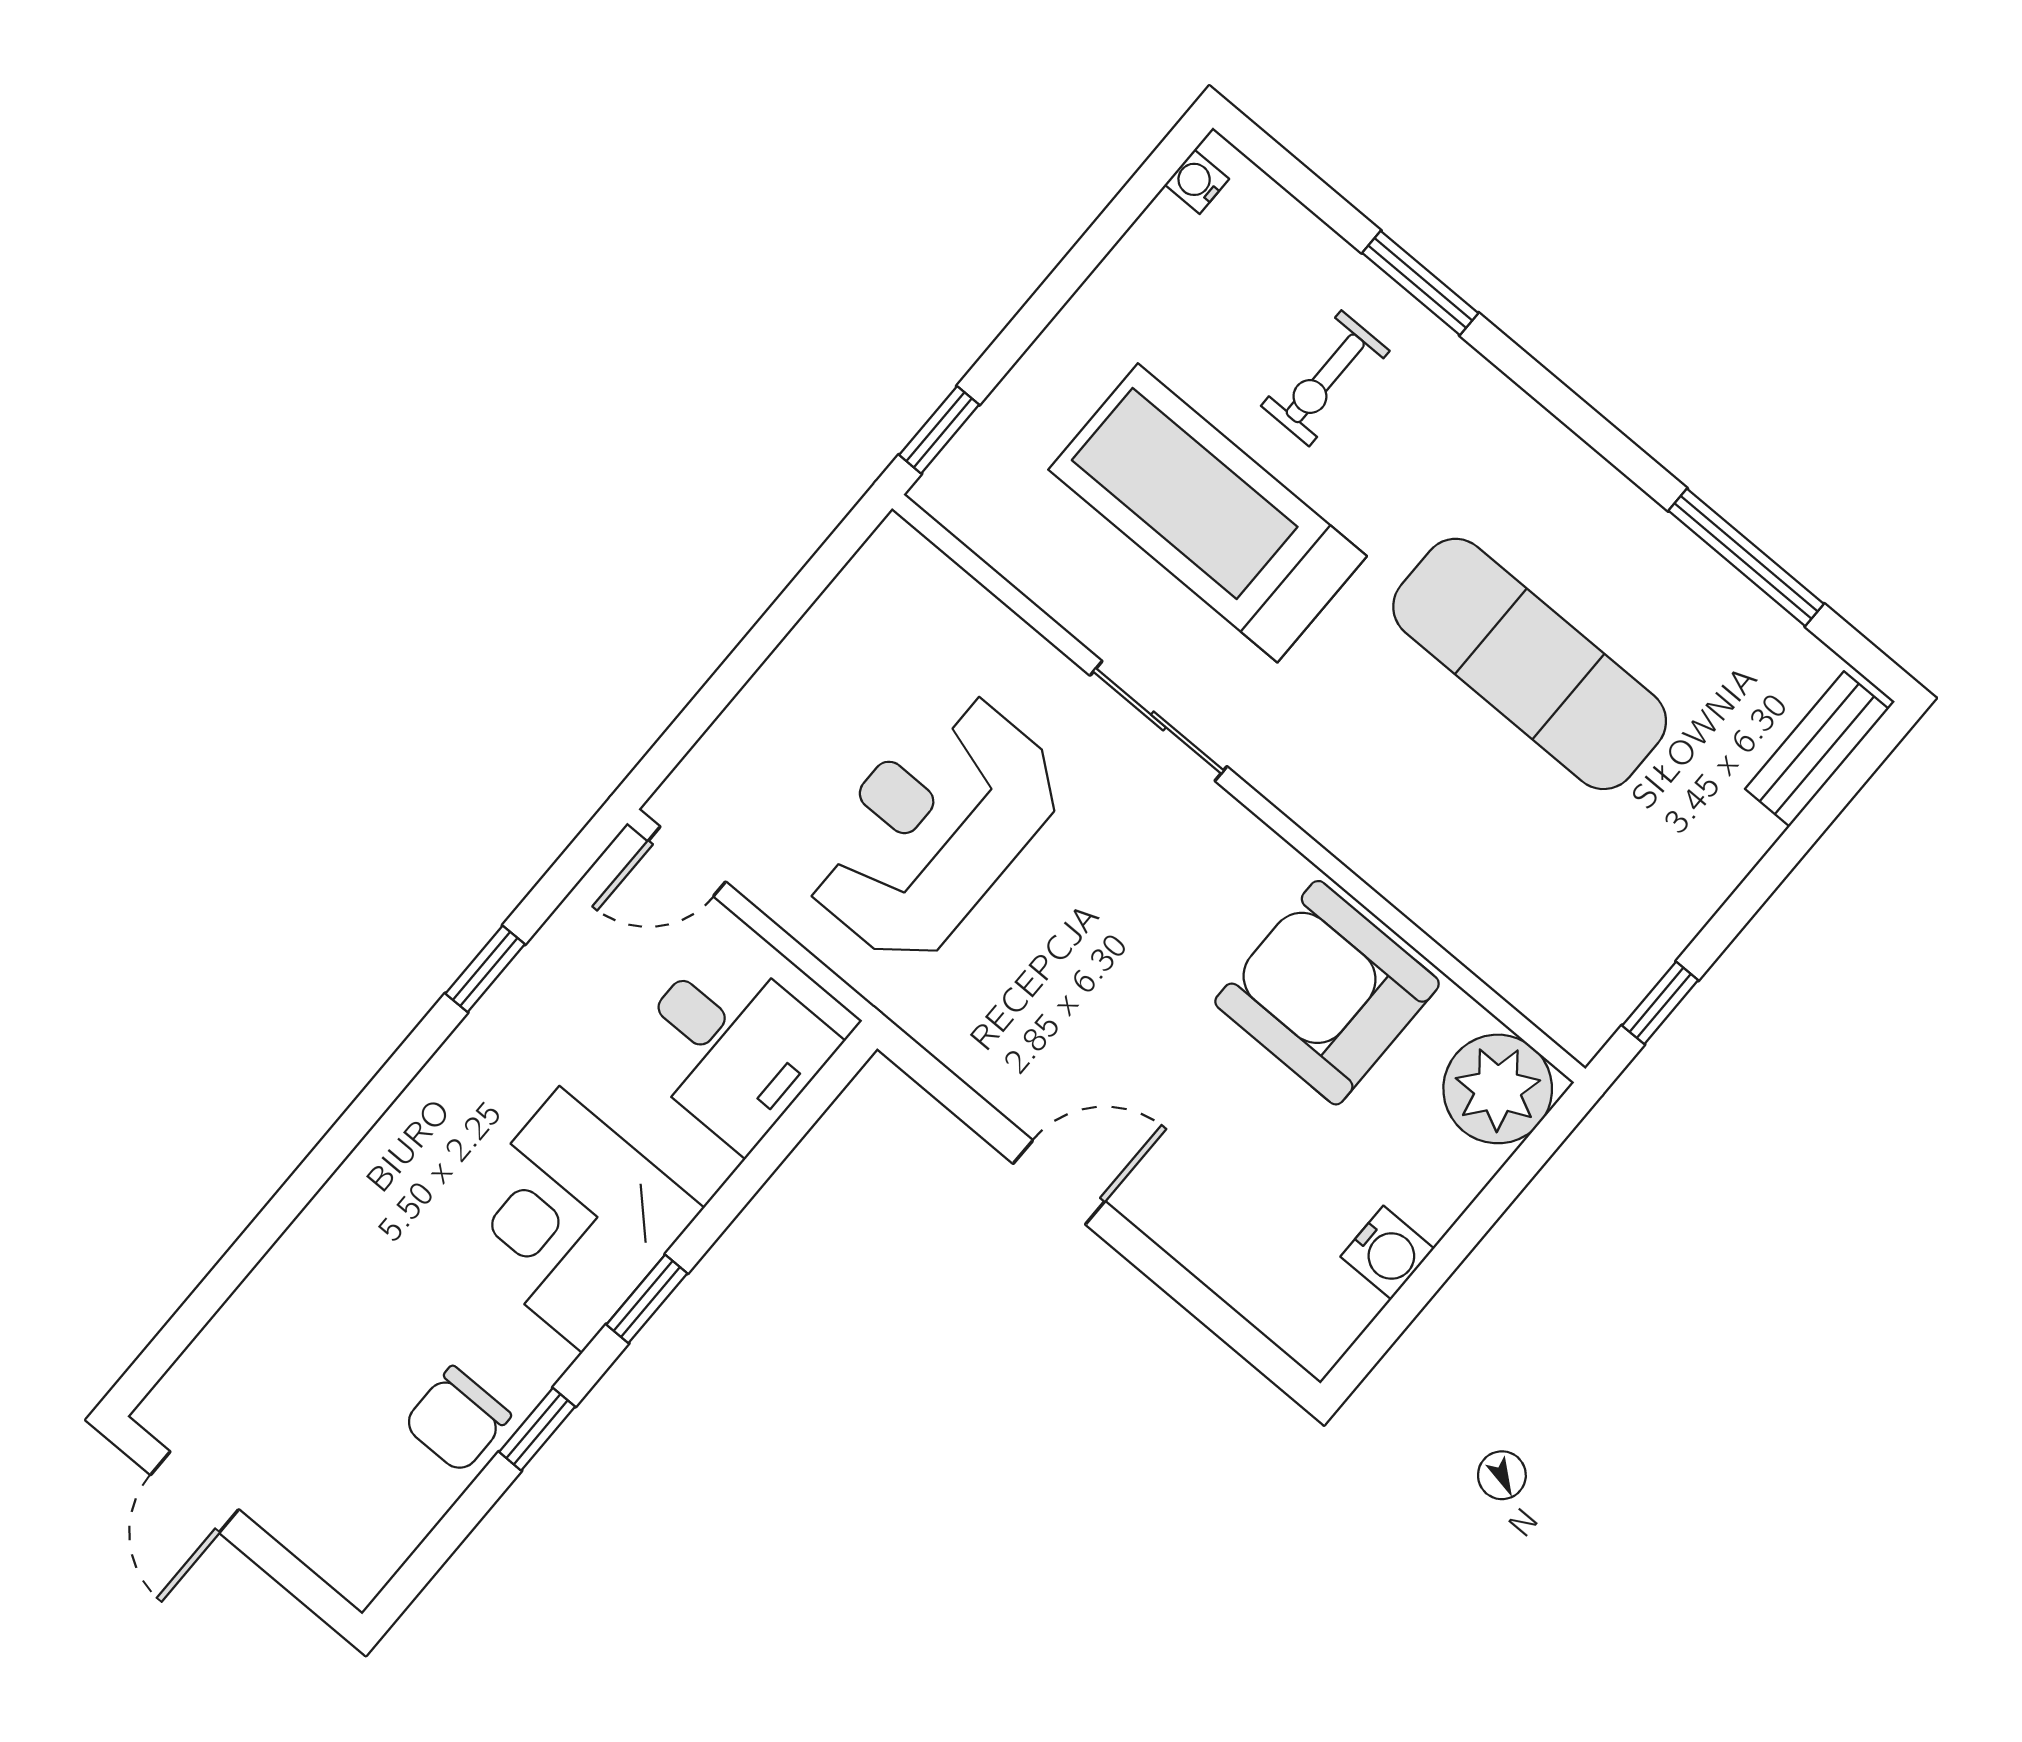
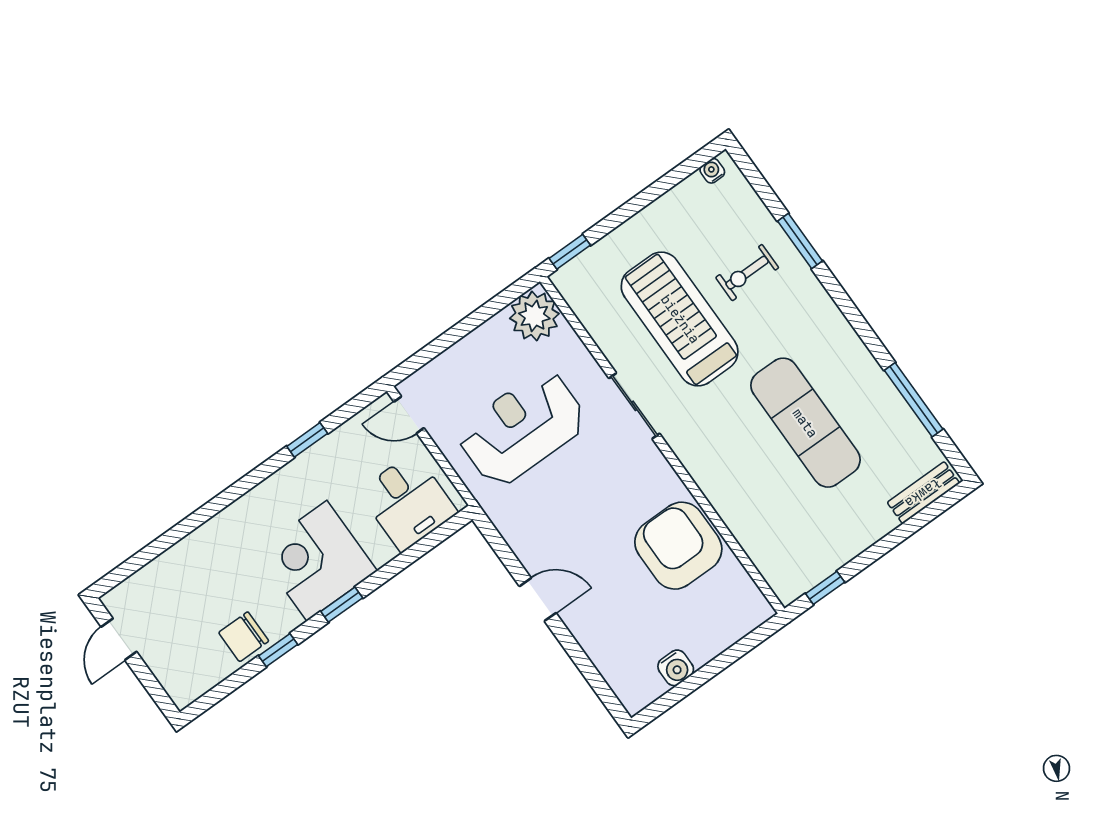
plant: (1498, 1089) -> (534, 316), moved

